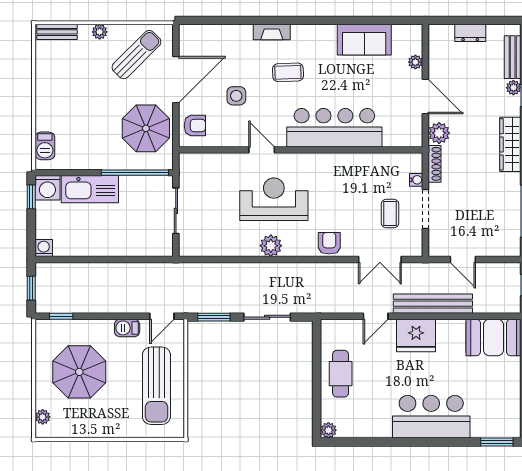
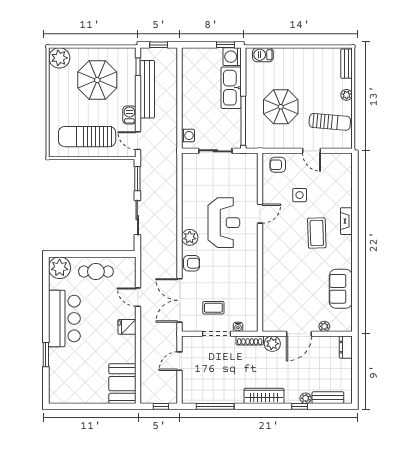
dresser: (470, 33) -> (346, 347), moved
sun lounger: (136, 55) -> (330, 122), turned -40
coffee table: (288, 72) -> (317, 233), width x1.36, depth x1.30
door: (176, 80) -> (311, 151), width x0.53
armchair: (195, 126) -> (278, 165), turned 90
parasol: (146, 128) -> (281, 107), moved
bar counter: (334, 128) -> (276, 267), removed
plant: (271, 246) -> (190, 237), moved
washing machine: (44, 248) -> (188, 136), moved
double door: (380, 260) -> (180, 300), width x1.37
bench: (433, 304) -> (147, 89), moved
fridge: (416, 335) -> (127, 327), width x0.53, depth x0.75
plant: (43, 417) -> (59, 58), width x1.88, depth x1.88
bar counter: (431, 417) -> (64, 318), moved
plant: (328, 430) -> (60, 268), width x1.88, depth x1.88
window: (497, 442) -> (46, 355), moved

